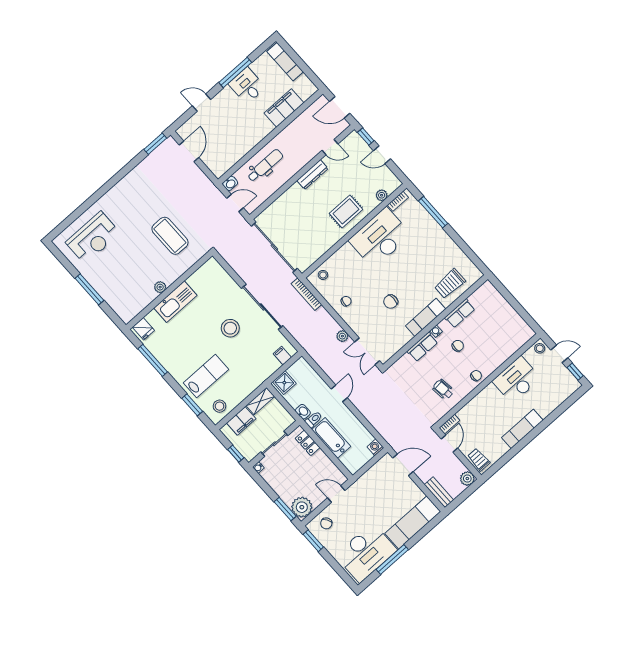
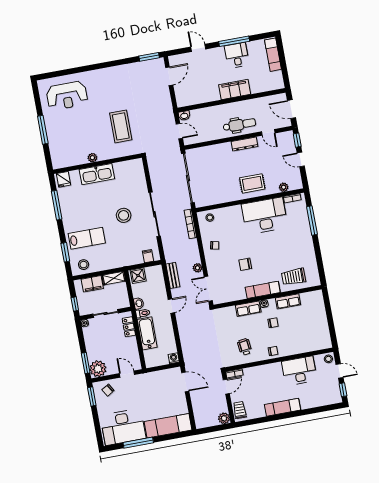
filing cabinet: (284, 108) -> (235, 90), moved
dental chair: (265, 166) -> (239, 125), moved
bench: (439, 492) -> (173, 275), moved

